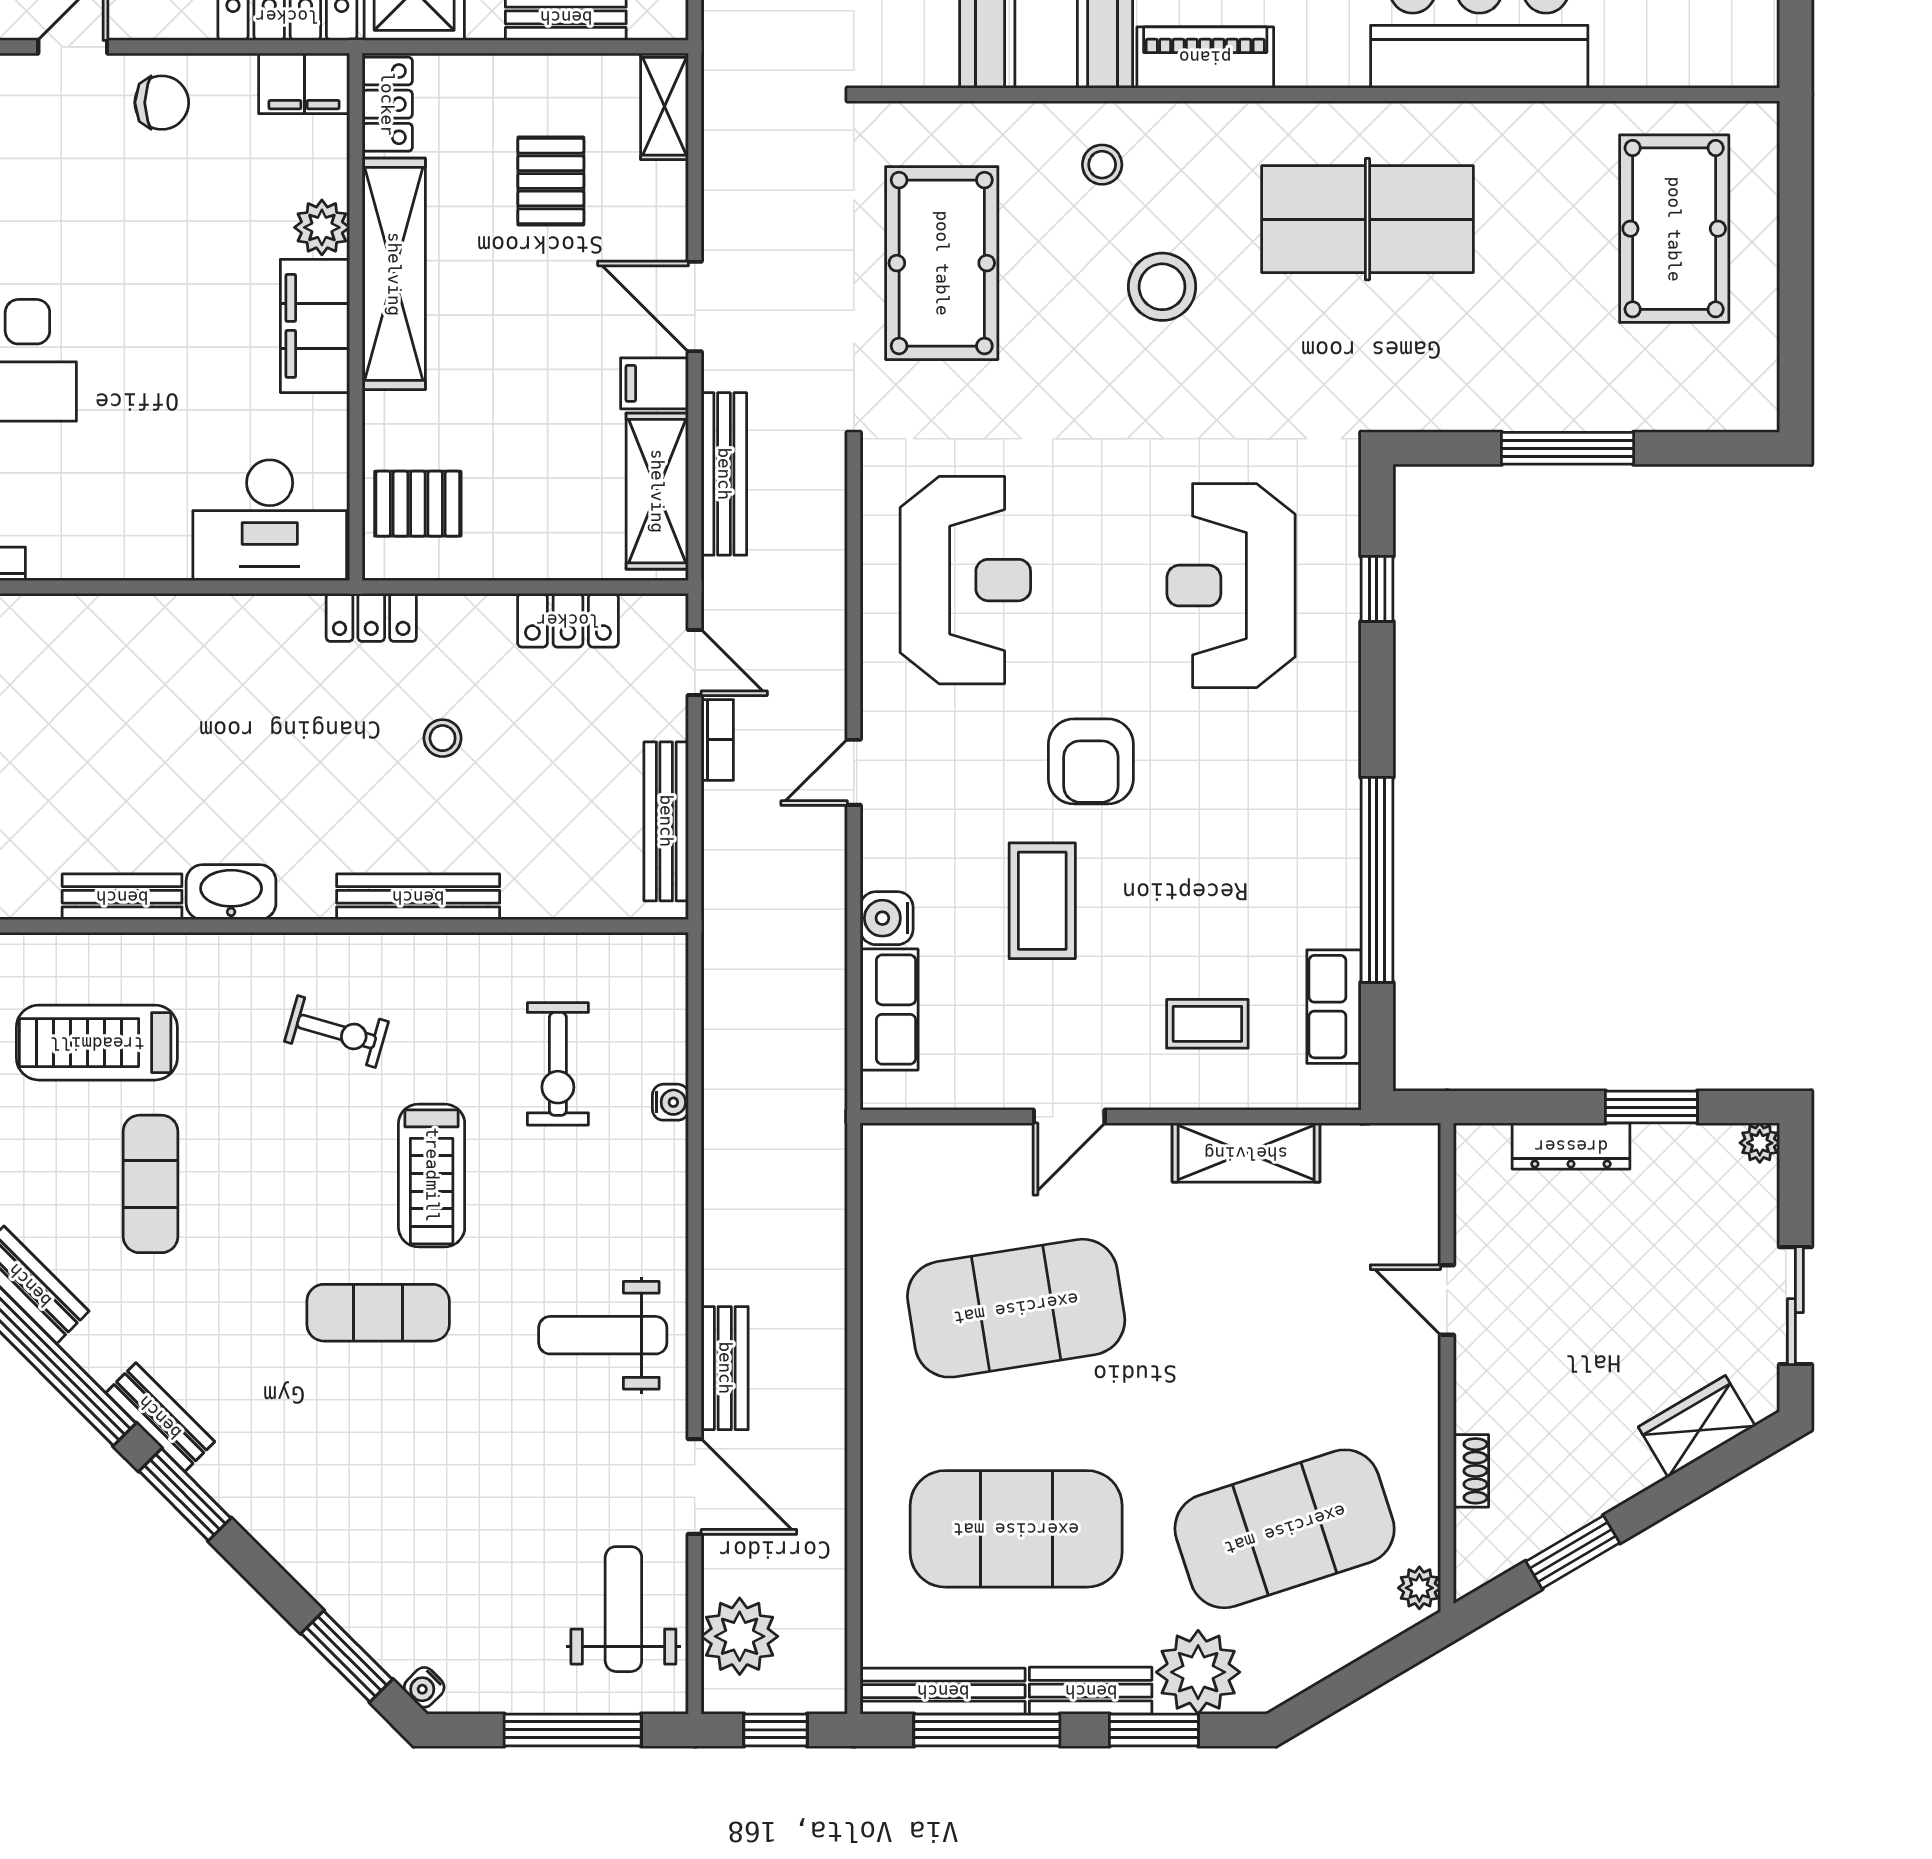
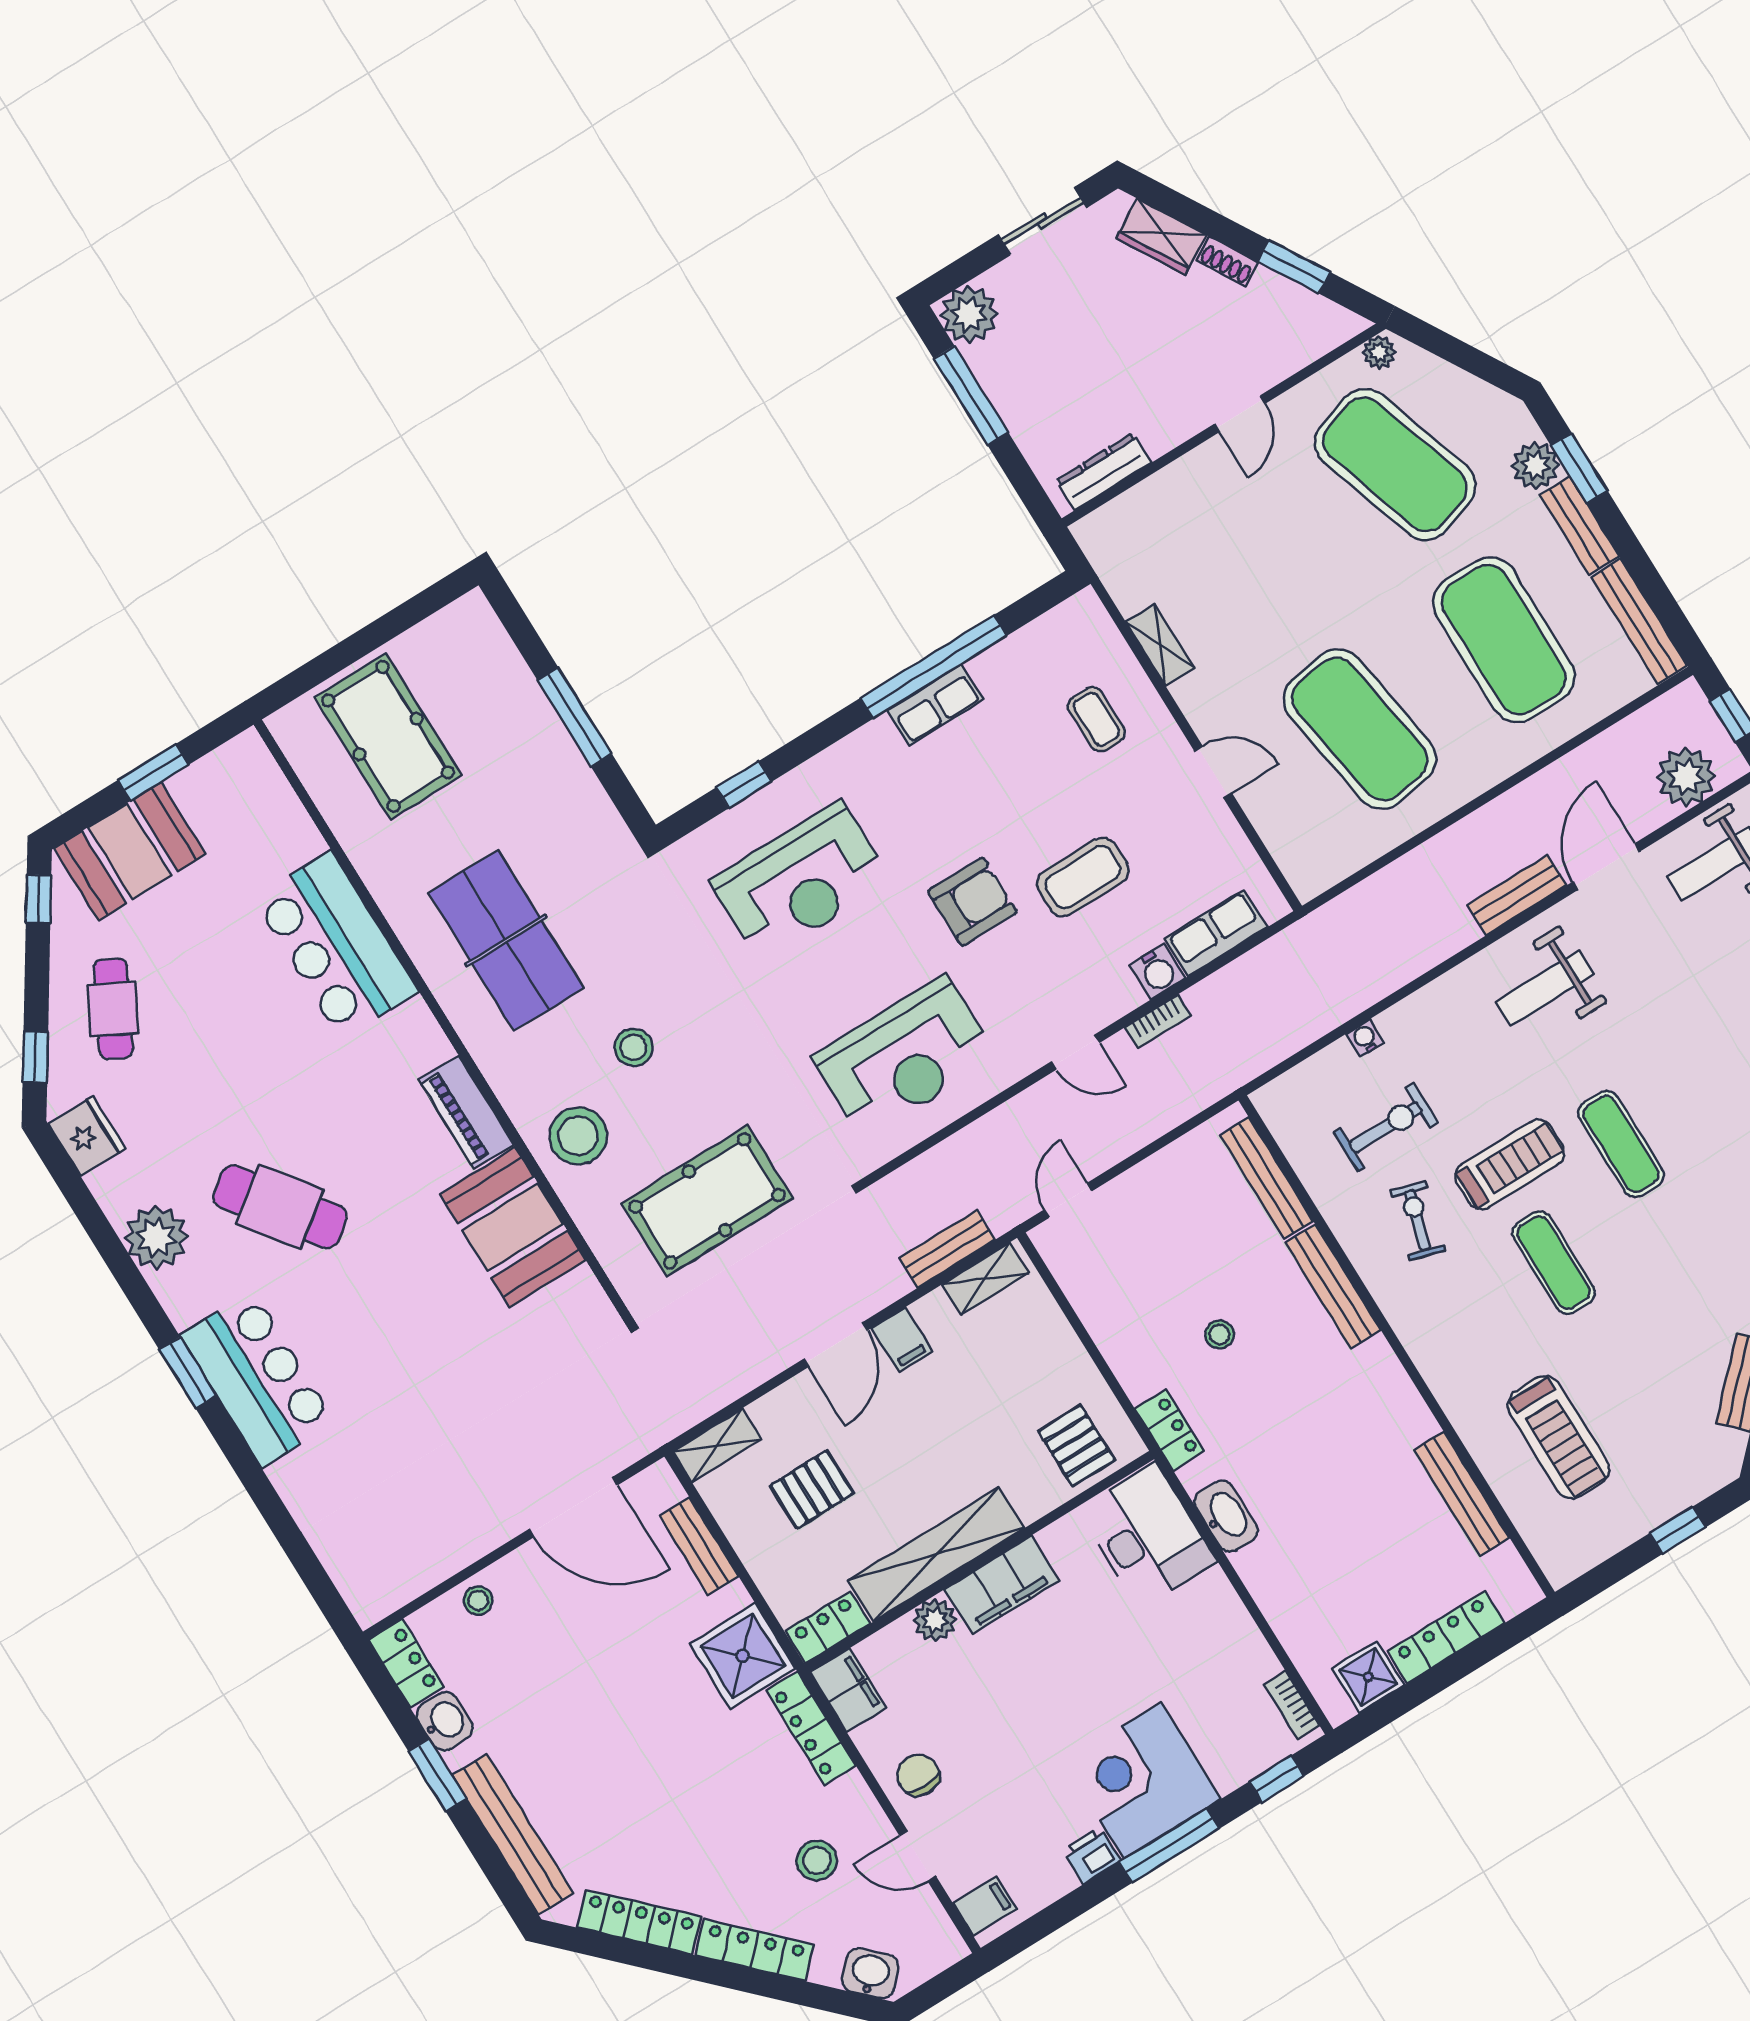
stool: (1102, 165) -> (578, 1136), width x1.89, depth x1.89
pool table: (1674, 229) -> (388, 736), turned 90
stool: (1162, 287) -> (633, 1047), width x0.73, depth x0.73
bench: (724, 474) -> (947, 1249), width x0.73
shelving: (657, 491) -> (985, 1279), width x0.67, depth x0.75
reception desk: (965, 580) -> (905, 1057), turned 180
locker: (568, 620) -> (1092, 1300), removed
bookcase: (717, 740) -> (1158, 1021), moved, turned 180
bench: (666, 821) -> (1267, 1178), moved, turned 90
washbasin: (231, 892) -> (1226, 1516), moved, turned 180
bench: (122, 897) -> (1462, 1494), width x1.36
row of seats: (1334, 1007) -> (935, 705), moved
exercise bike: (336, 1032) -> (1418, 1220), moved
window: (1651, 1107) -> (971, 396), width x1.44
plant: (1760, 1143) -> (969, 315), width x1.87, depth x1.87
dresser: (1571, 1146) -> (1104, 472), moved, turned -90
shelving: (1246, 1153) -> (1160, 645), width x0.67, depth x0.75
exercise mat: (151, 1184) -> (1554, 1263), moved, turned 90
door: (1447, 1300) -> (1240, 414), moved
weight bench: (603, 1335) -> (1545, 988), turned 90
shoe rack: (1471, 1471) -> (1228, 261), moved, turned -121
plant: (1198, 1672) -> (1535, 466), width x0.73, depth x0.73
window: (987, 1730) -> (1647, 577), removed

